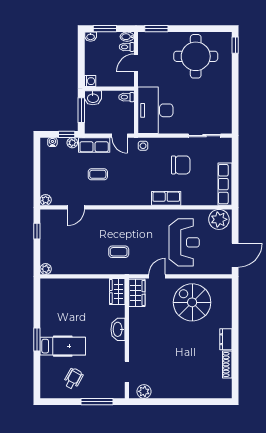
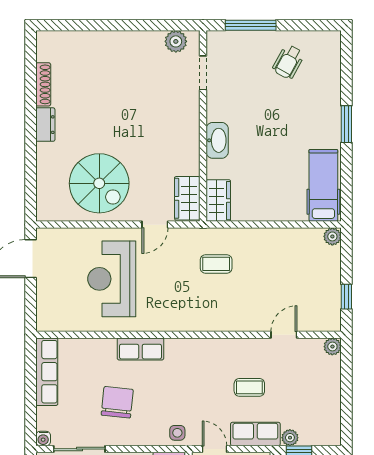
water cooler: (52, 142) -> (43, 439), moved
chair: (181, 165) -> (117, 402), turned 96
plant: (219, 219) -> (56, 315), removed
hospital bed: (63, 346) -> (323, 185), moved, turned 90

